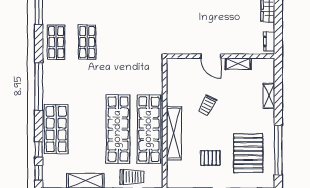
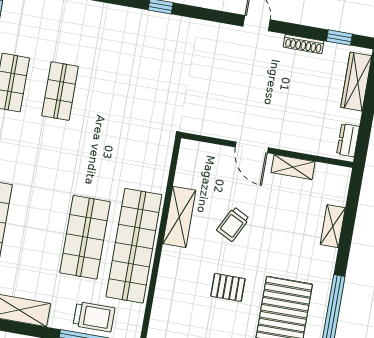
shop shelf: (118, 129) -> (85, 237), width x0.71
shelving: (174, 133) -> (179, 217), moved, width x0.68
pallet: (210, 158) -> (228, 287), moved

